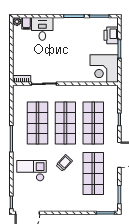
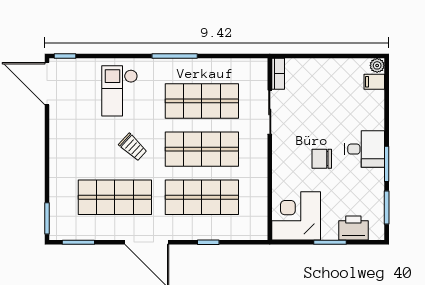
desk: (42, 29) -> (365, 149), moved
chair: (71, 54) -> (322, 159), added
checkout: (32, 171) -> (120, 91), turned 180

